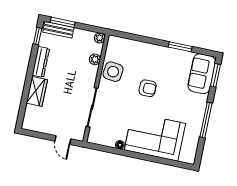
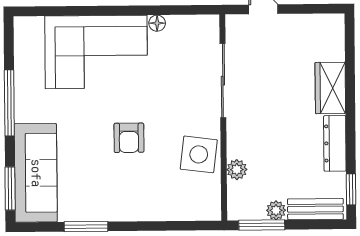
window: (63, 22) -> (262, 225), moved
plant: (100, 38) -> (276, 210), moved
sofa: (202, 74) -> (36, 173), width x1.36
armchair: (148, 88) -> (129, 138), turned -90

